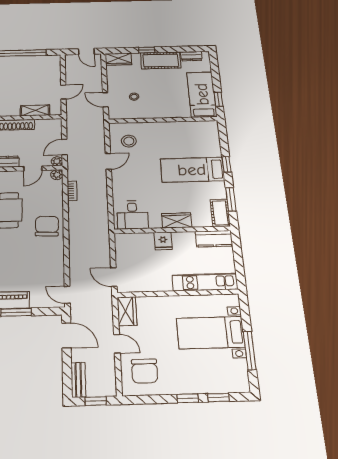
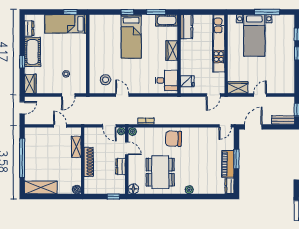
fridge: (163, 241) -> (187, 81), moved
kitchen unit: (205, 282) -> (219, 43), width x1.36
chair: (145, 371) -> (279, 79), removed

